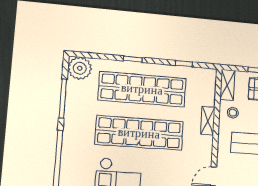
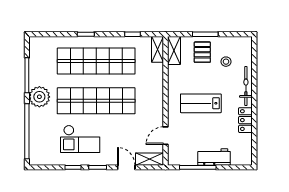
plant: (80, 68) -> (39, 97), moved
stool: (233, 113) -> (180, 76), removed
shelving: (208, 121) -> (158, 49), moved

